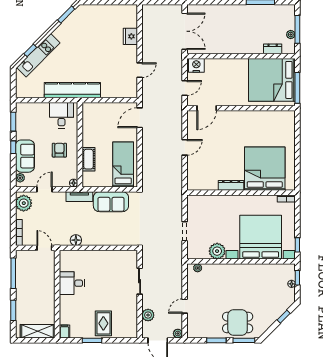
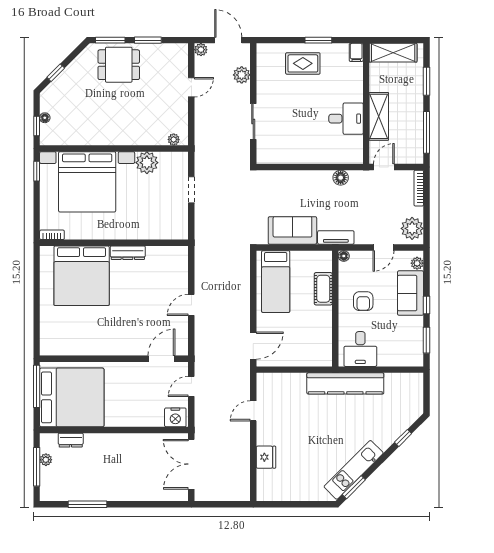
kitchen unit: (38, 55) -> (354, 470), moved
door: (44, 248) -> (384, 167), swing flipped
shelving: (48, 285) -> (379, 116), added
rug: (103, 323) -> (303, 63), turned 90

